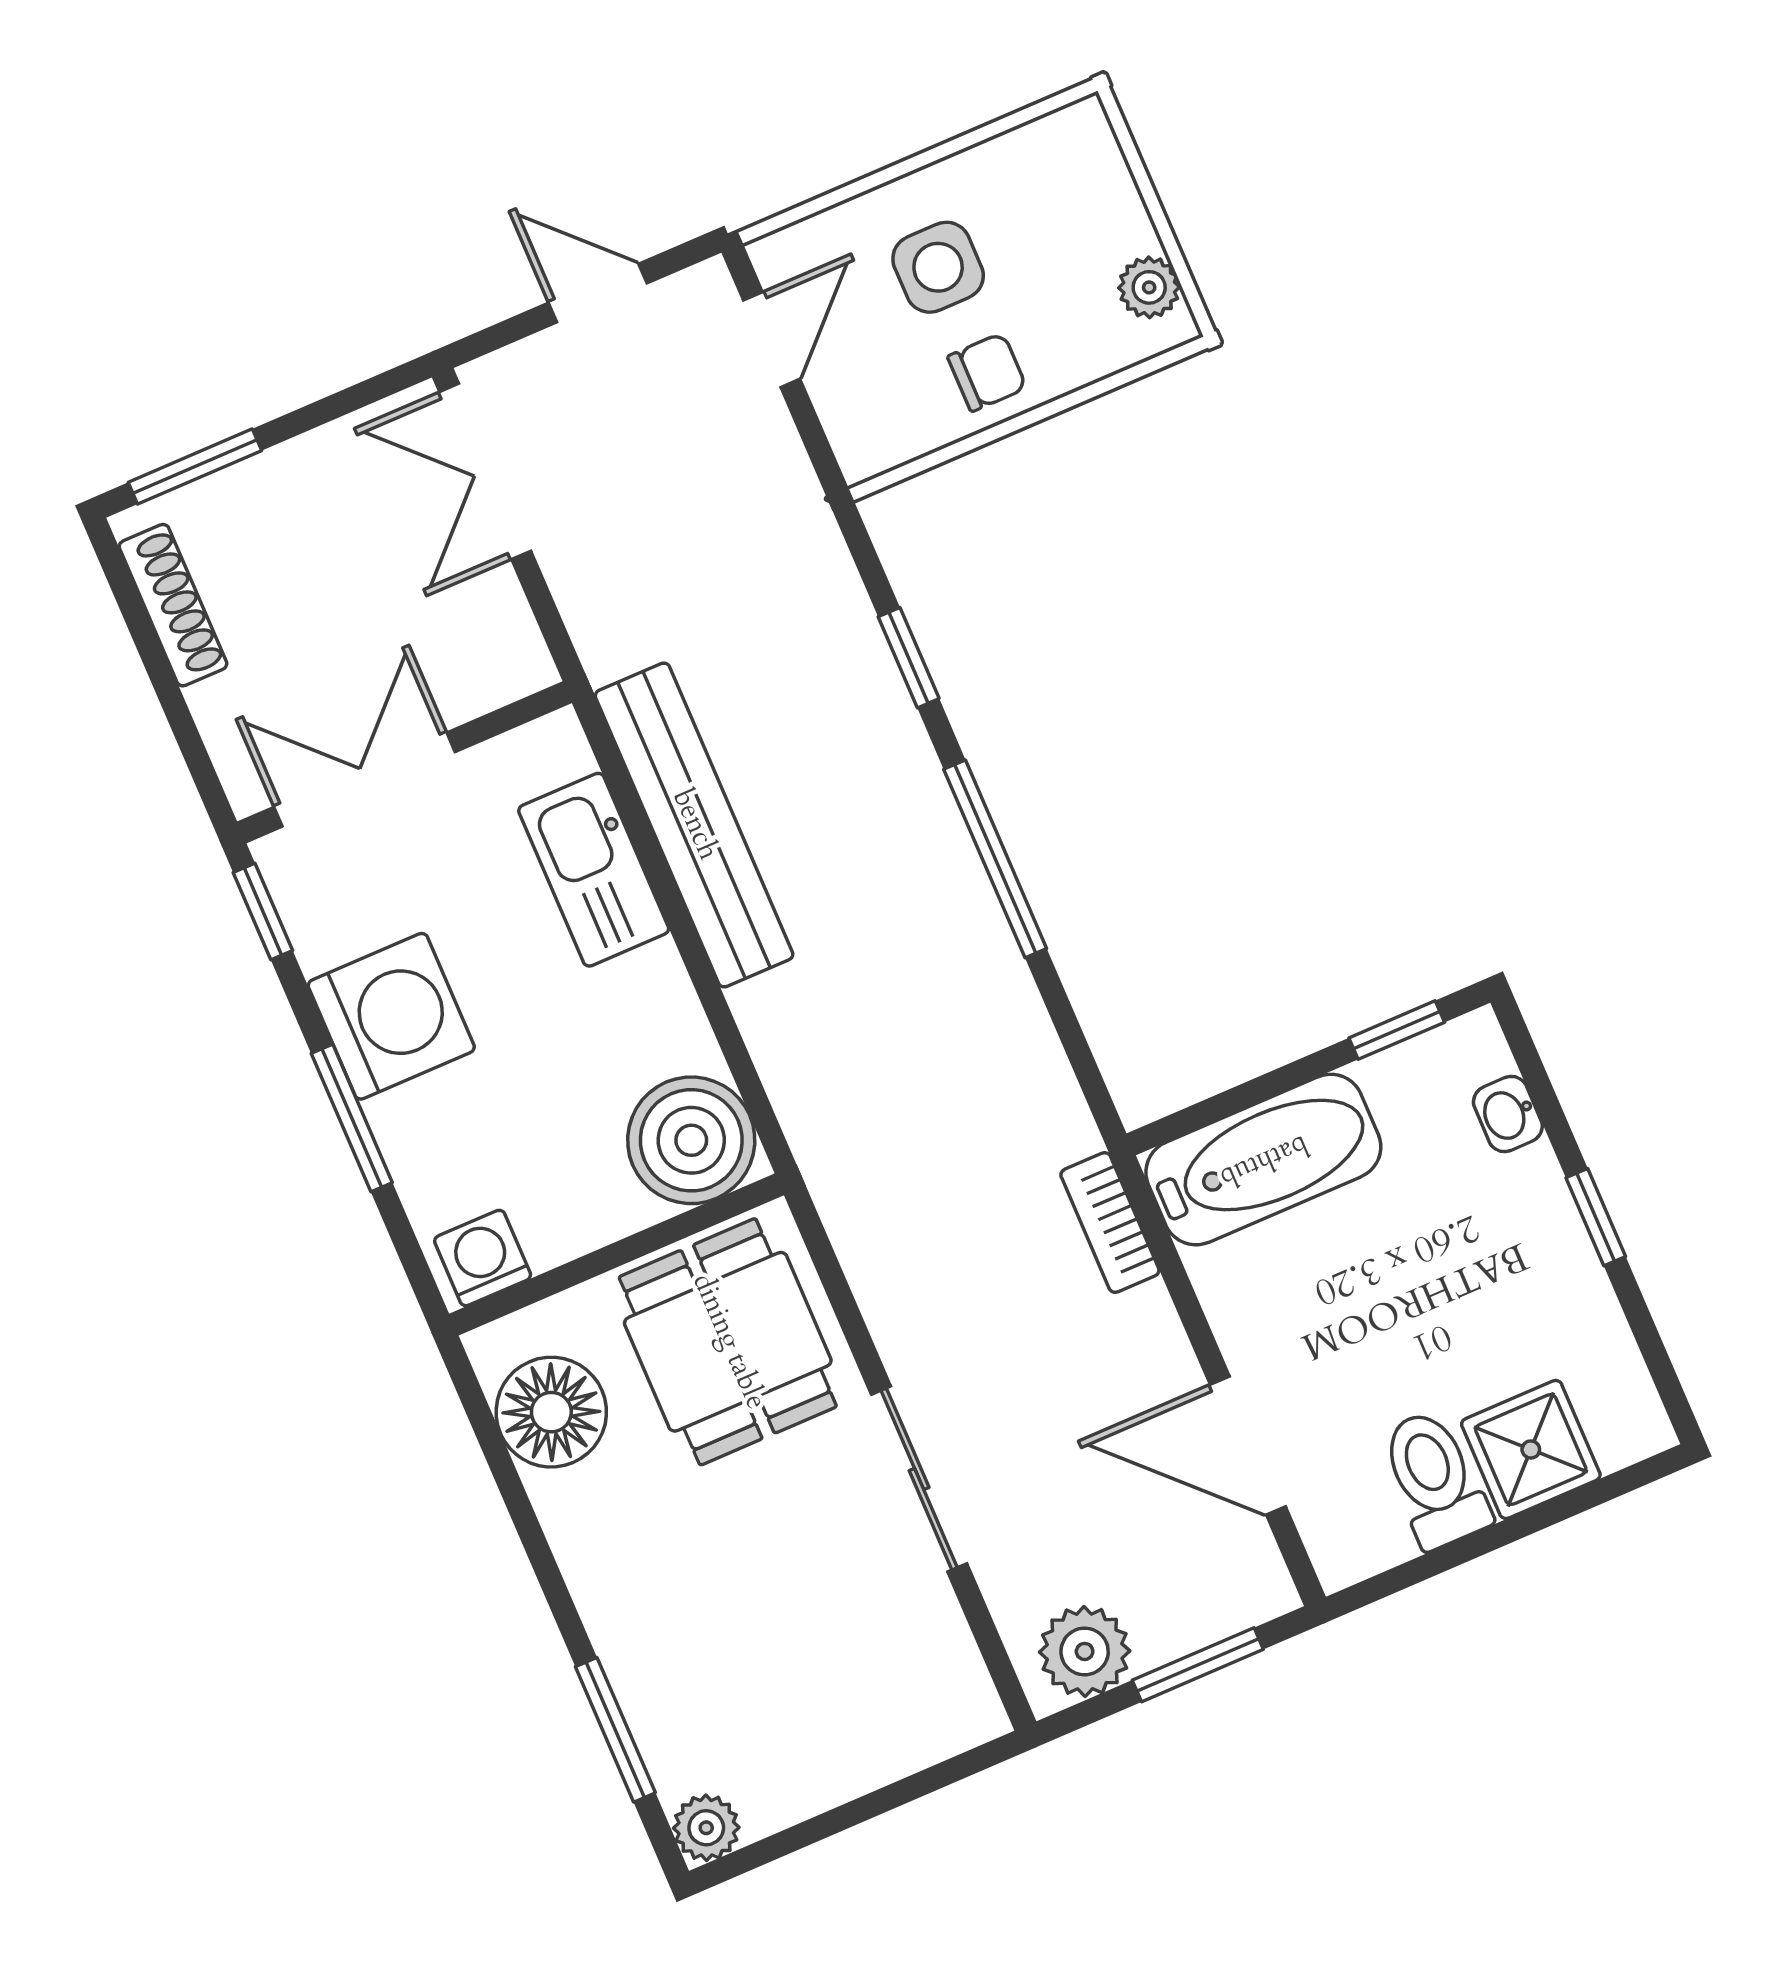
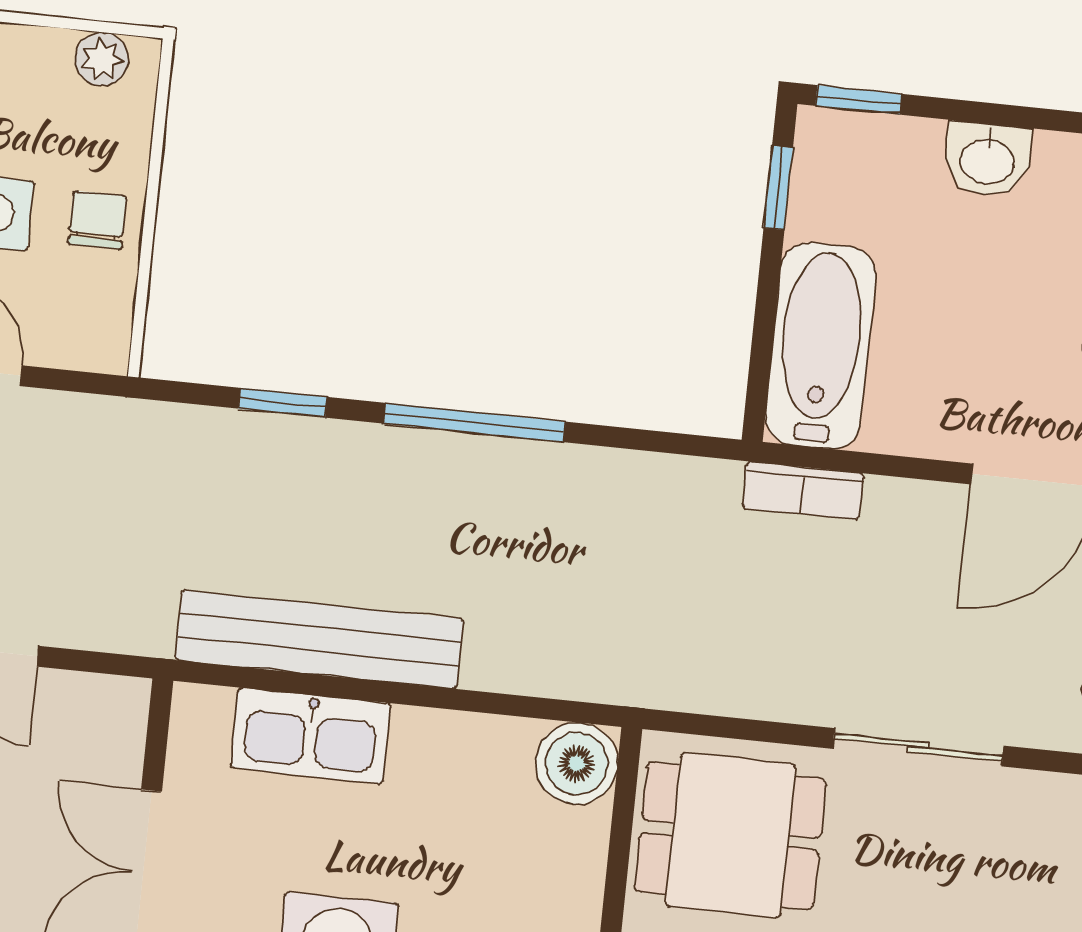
washbasin: (1508, 1114) -> (987, 160), moved, width x1.38, depth x1.45
boiler: (691, 1140) -> (577, 763), width x0.73, depth x0.73
window: (1596, 1217) -> (859, 100), moved

